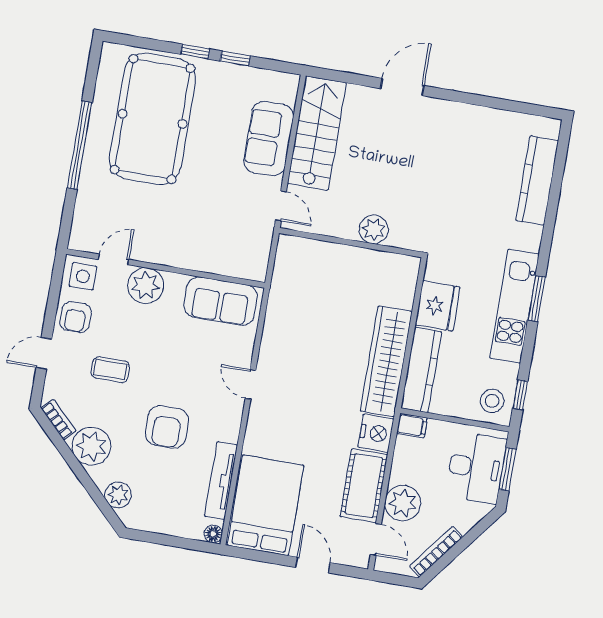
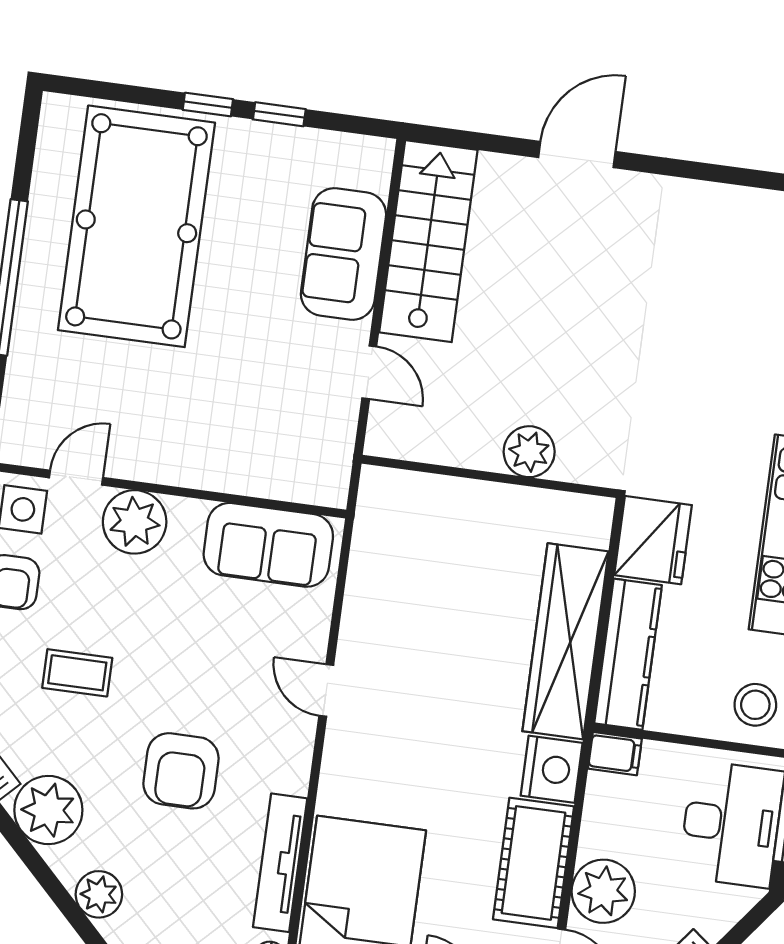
plant: (374, 229) -> (529, 452), moved
wall: (351, 243) -> (489, 476), moved

